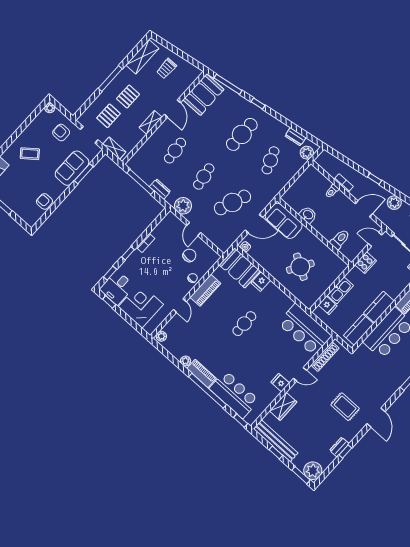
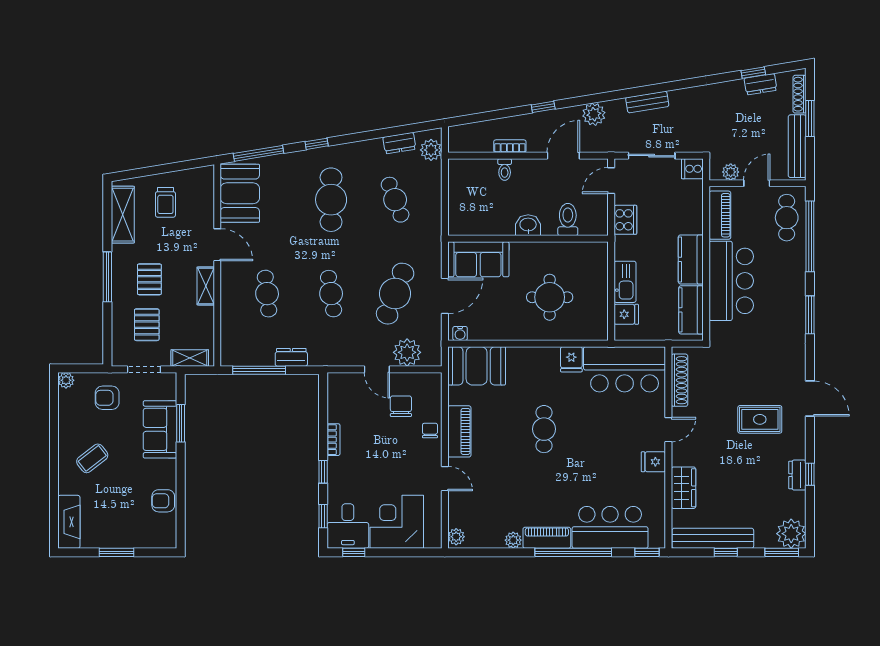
plant: (183, 206) -> (407, 352), moved
washbasin: (308, 215) -> (528, 225), moved
round table: (300, 267) -> (550, 297), turned -31
fridge: (261, 282) -> (571, 359), moved

